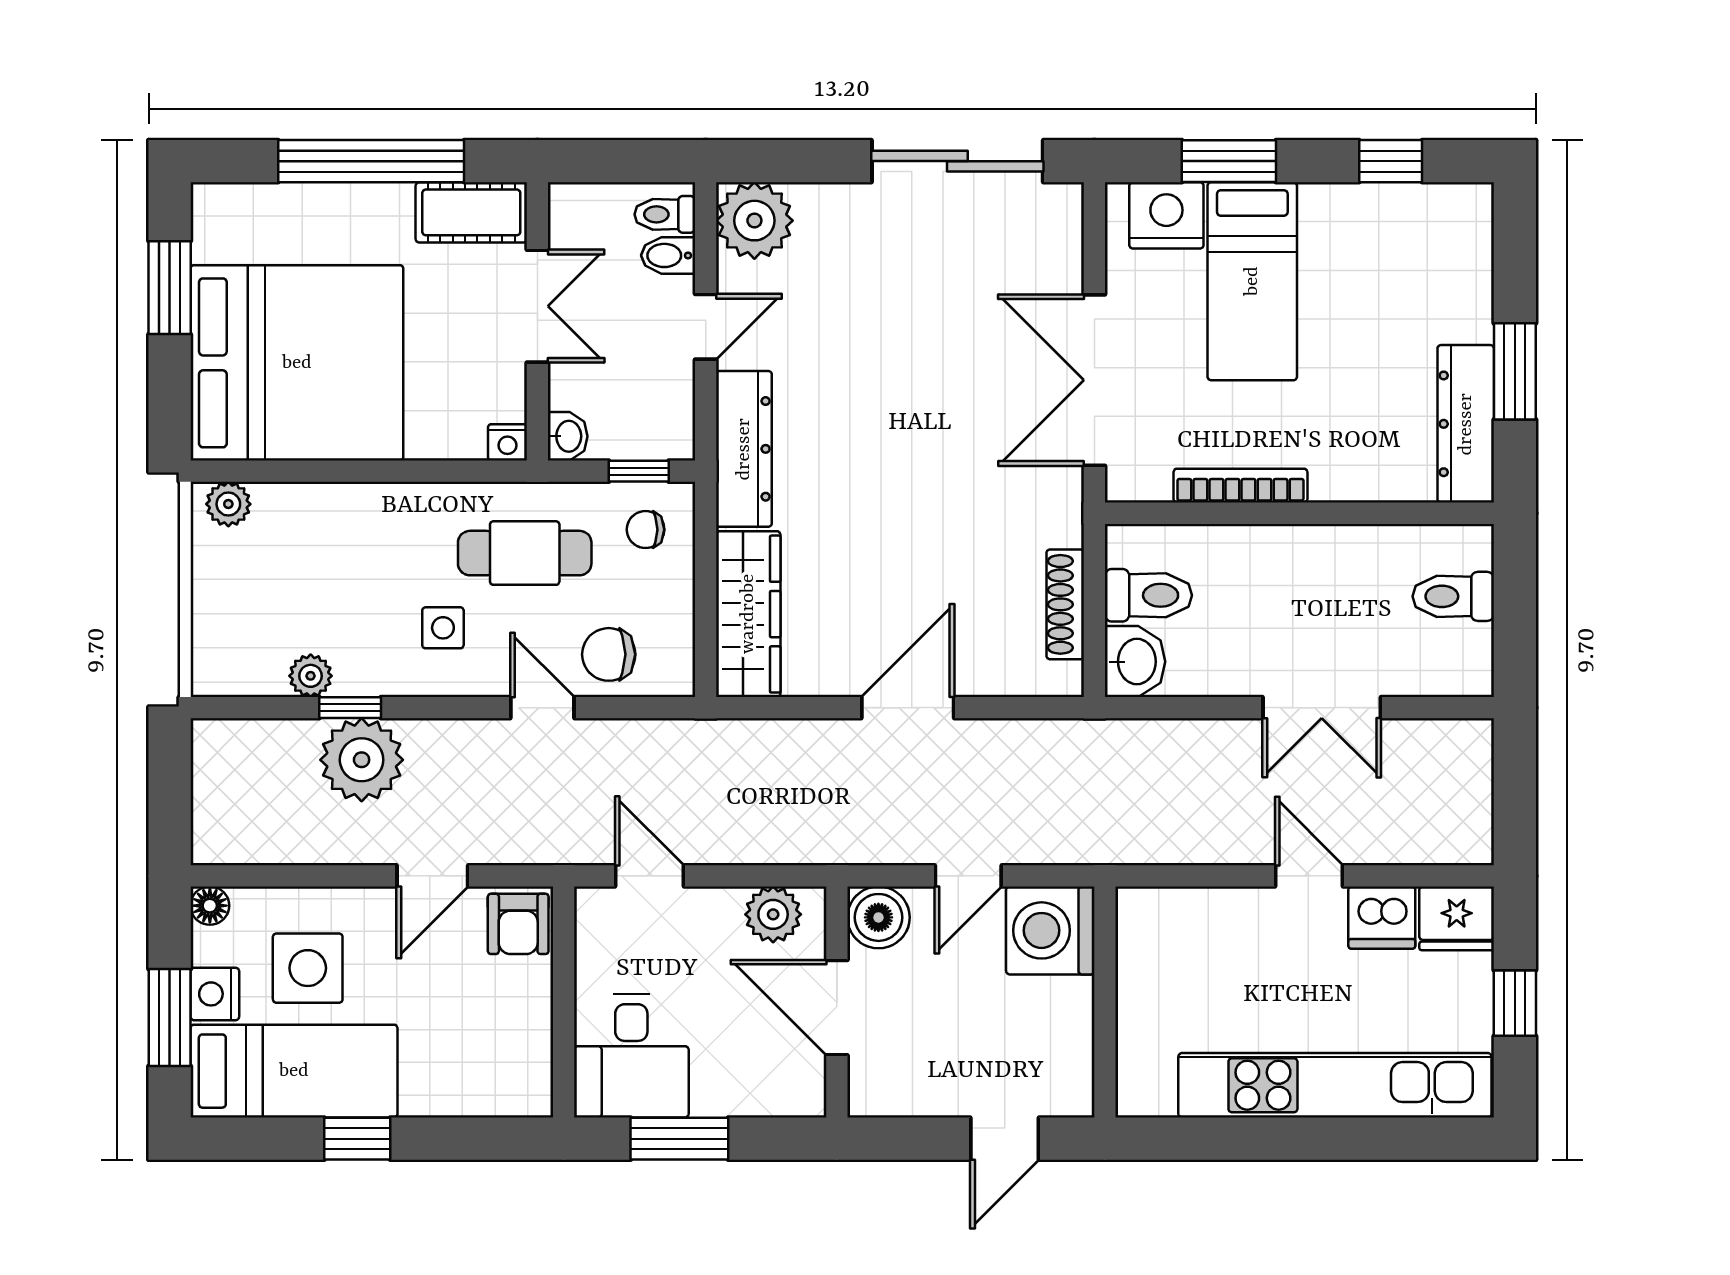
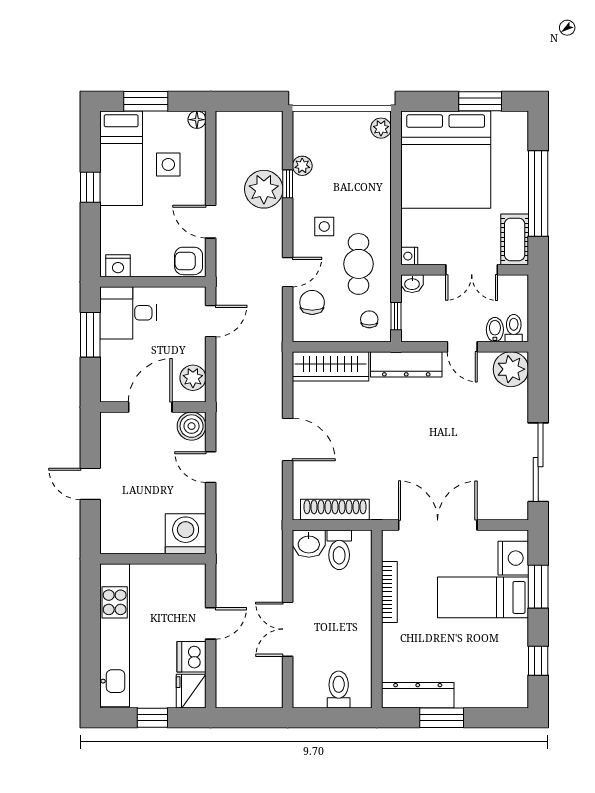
shoe rack: (1065, 604) -> (335, 510), width x1.36, depth x1.24
washing machine: (1050, 930) -> (186, 534), moved
side table: (308, 968) -> (168, 164), width x0.73, depth x0.73
nightstand: (215, 994) -> (118, 266), moved, turned 180
wall: (1105, 1002) -> (153, 559), moved

